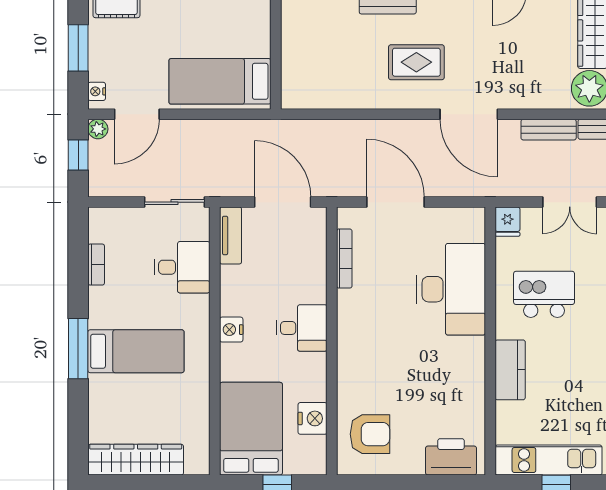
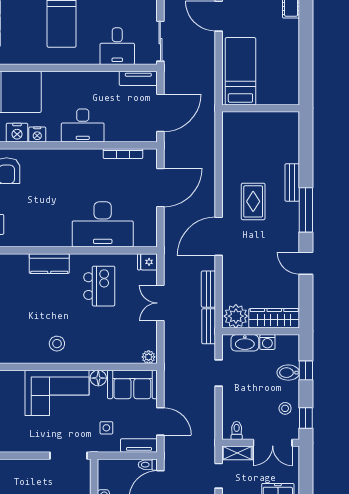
desk: (302, 328) -> (83, 125), width x1.37
nightstand: (231, 330) -> (37, 135), moved, turned 180

